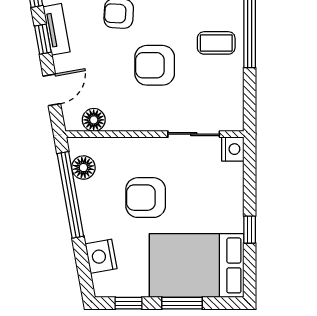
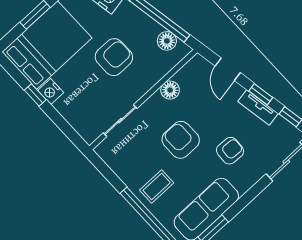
armchair: (155, 65) -> (181, 140), turned -90
floor lamp: (94, 120) -> (170, 90), moved
nightstand: (233, 149) -> (51, 92), moved

